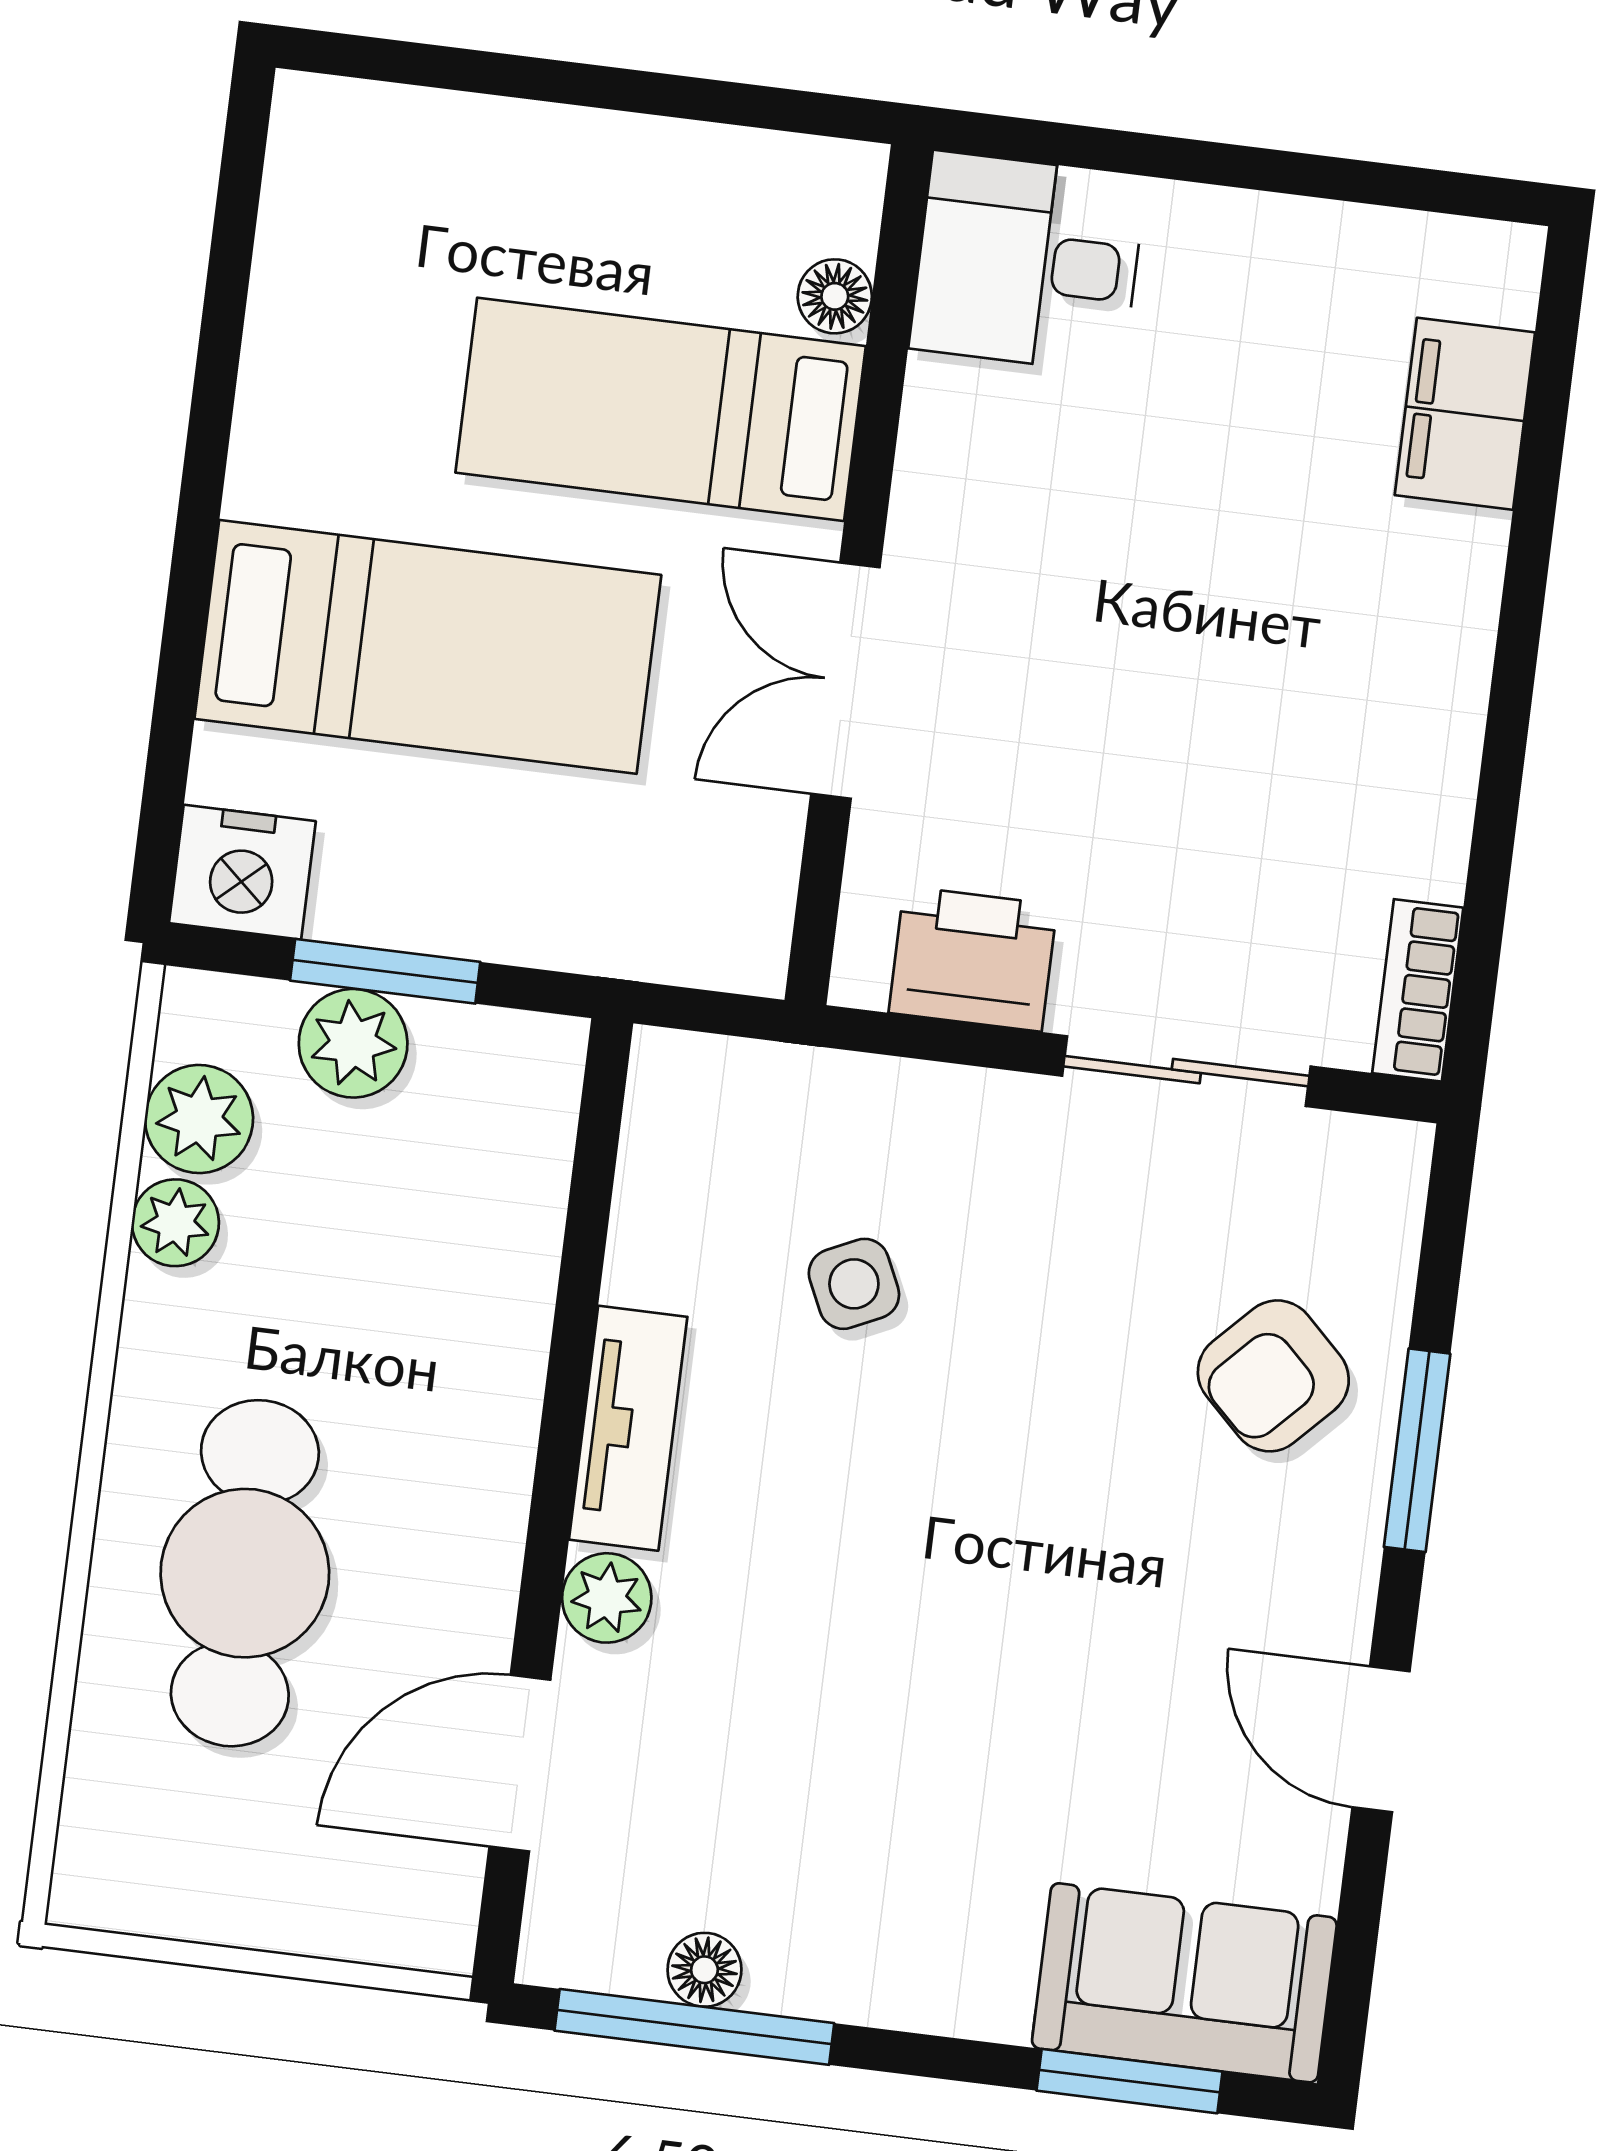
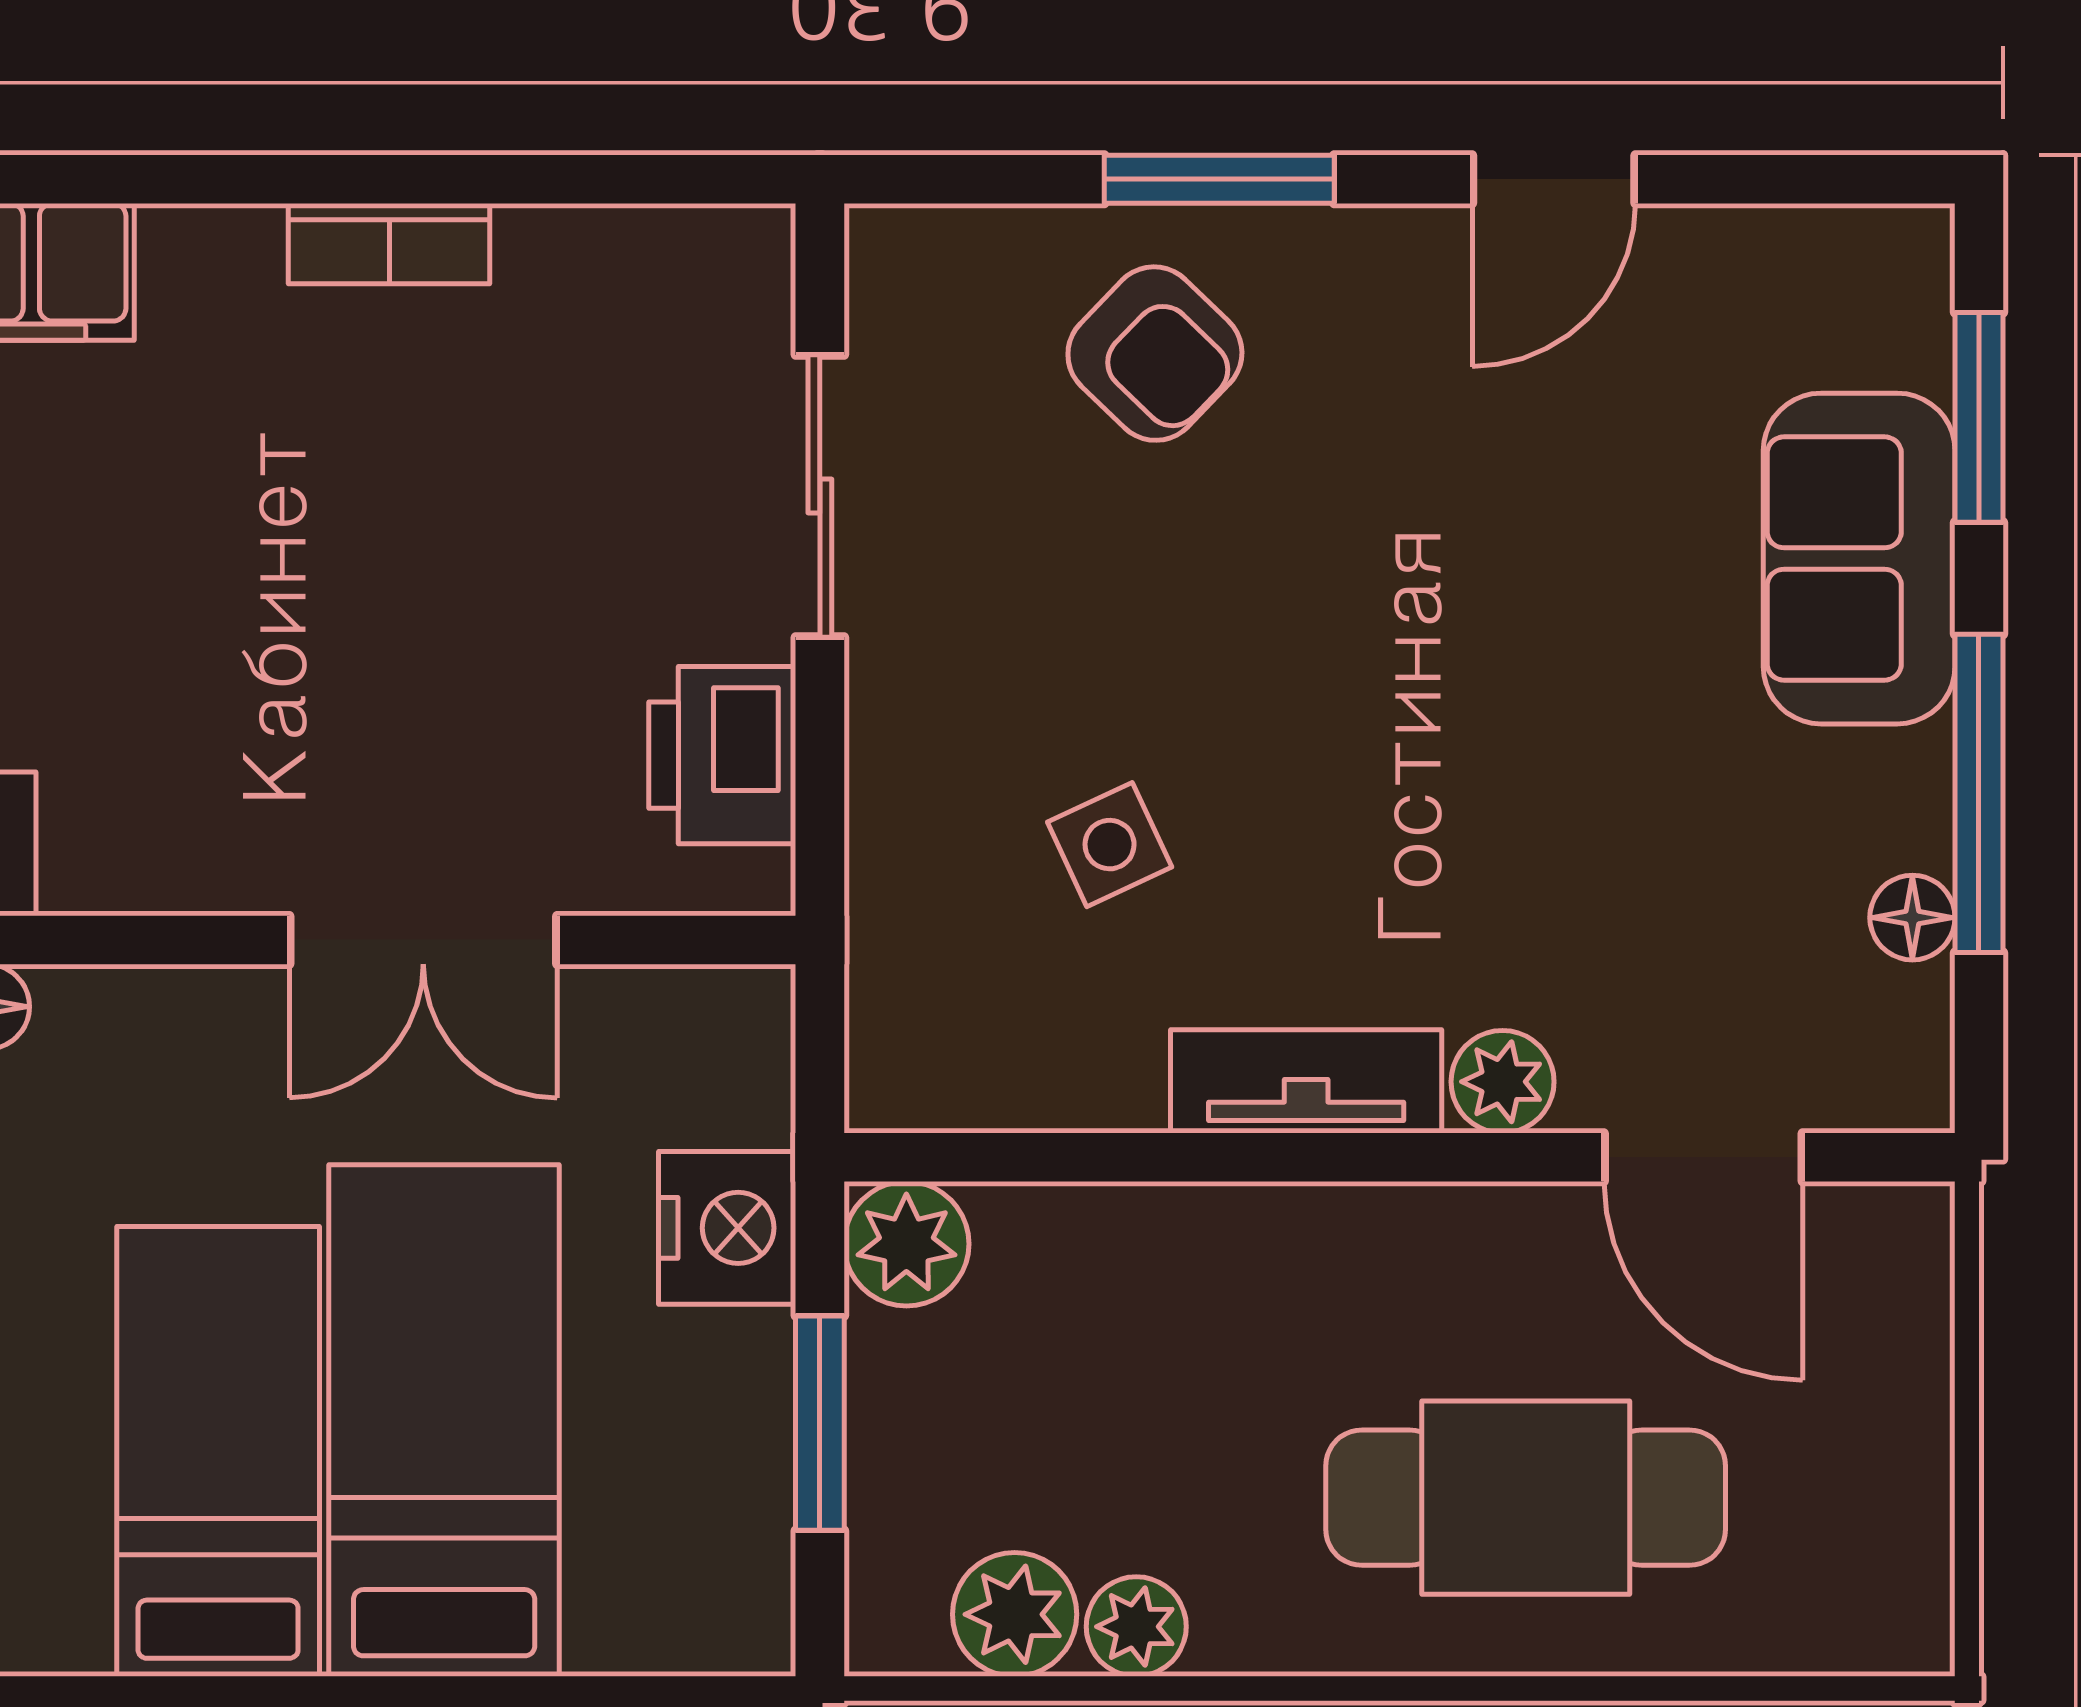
bed: (661, 409) -> (218, 1451), moved, turned 180
nightstand: (242, 872) -> (727, 1228), moved
bookcase: (1418, 990) -> (389, 244), moved
plant: (353, 1043) -> (906, 1244), moved
sofa: (1184, 1983) -> (1859, 559), moved
window: (694, 2027) -> (1979, 793), moved

